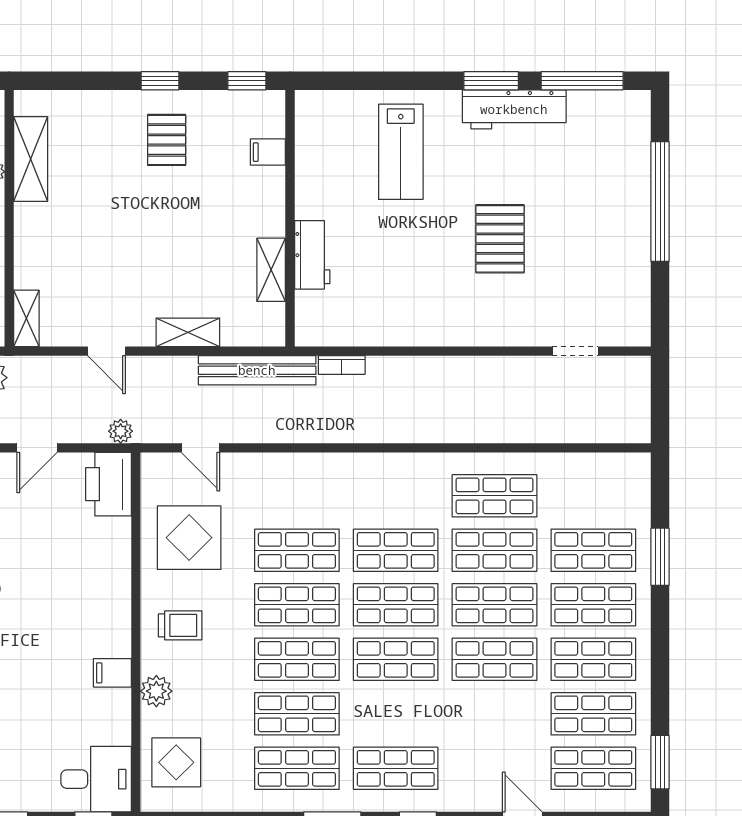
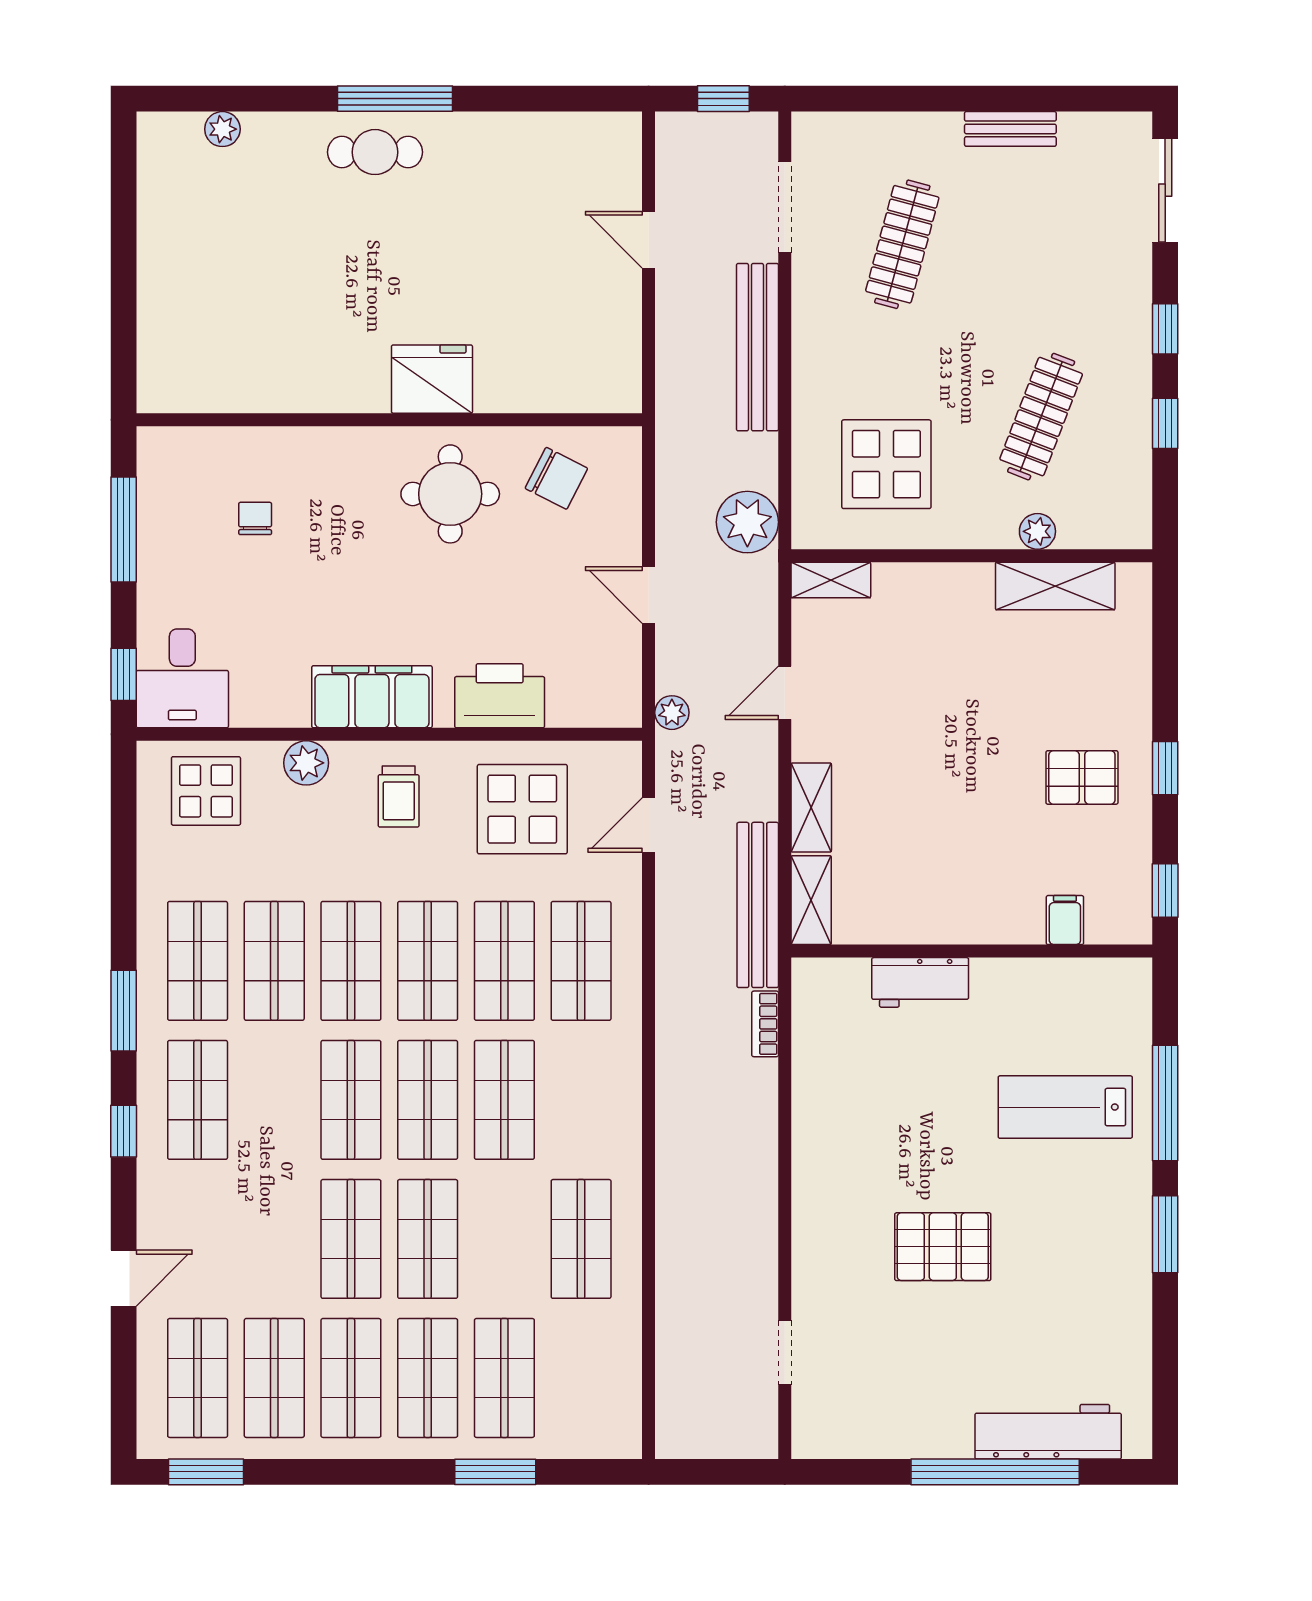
window: (582, 81) -> (1165, 1103), moved
workbench: (514, 109) -> (1048, 1432), moved, turned 90
shelving: (271, 270) -> (811, 900), moved, turned 90
printer: (109, 484) -> (500, 696), moved
shop shelf: (494, 550) -> (581, 961), moved
filing cabinet: (112, 673) -> (372, 697), width x3.00, depth x1.17

